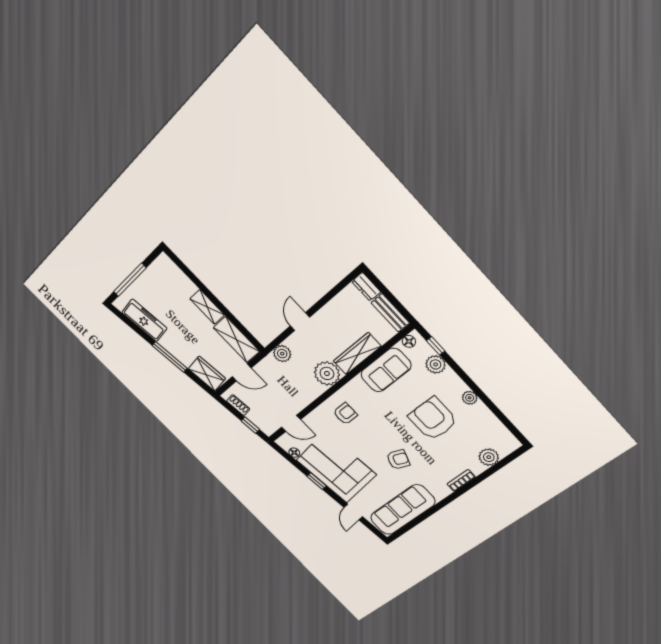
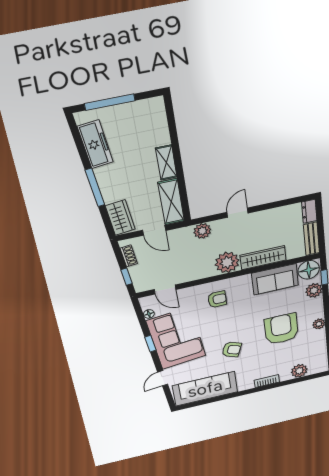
floor lamp: (409, 341) -> (309, 270), width x1.89, depth x1.89

